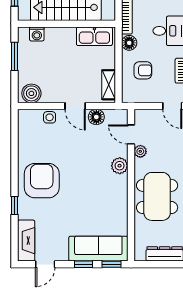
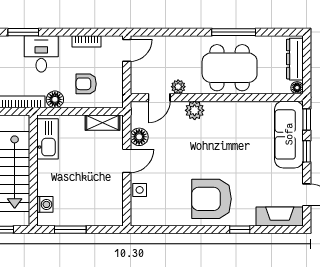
armchair: (143, 70) -> (86, 84), turned -90
boiler: (31, 93) -> (112, 211), removed
floor lamp: (139, 256) -> (297, 88), added

